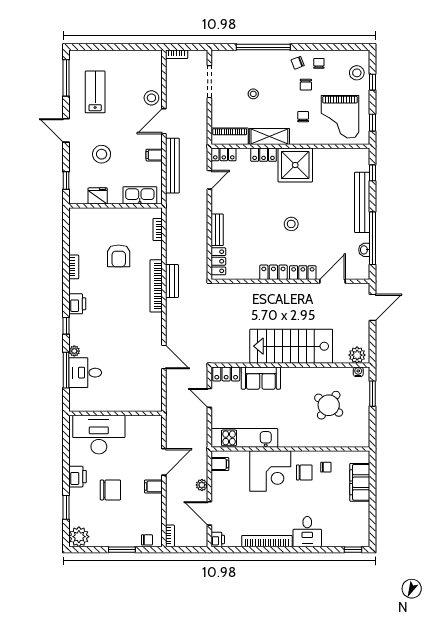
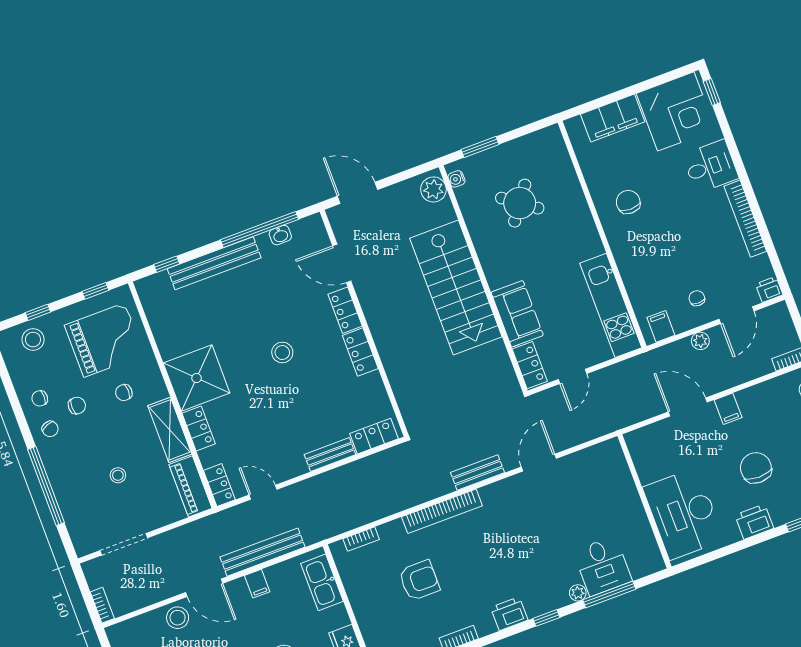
bench: (172, 281) -> (478, 472), moved
chair: (326, 467) -> (697, 298), moved
corner desk: (270, 471) -> (676, 111), moved, turned 90

